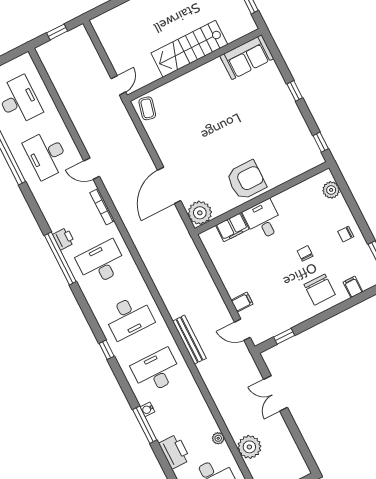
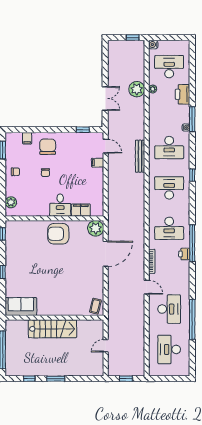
door: (118, 85) -> (106, 346), moved
plant: (249, 447) -> (137, 89), moved

